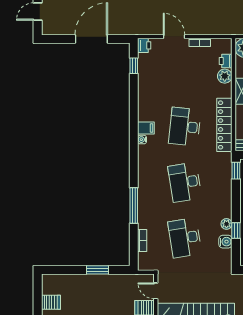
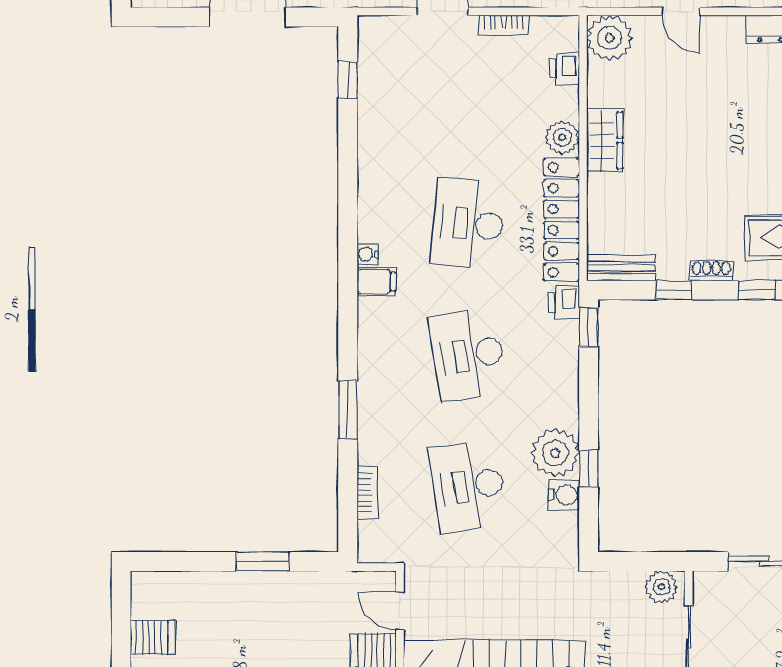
printer: (144, 45) -> (564, 302), moved, turned 180
plant: (225, 76) -> (562, 137), moved
filing cabinet: (146, 128) -> (376, 282), moved
window: (134, 206) -> (348, 410), width x0.69
plant: (226, 224) -> (555, 453), width x1.87, depth x1.87

